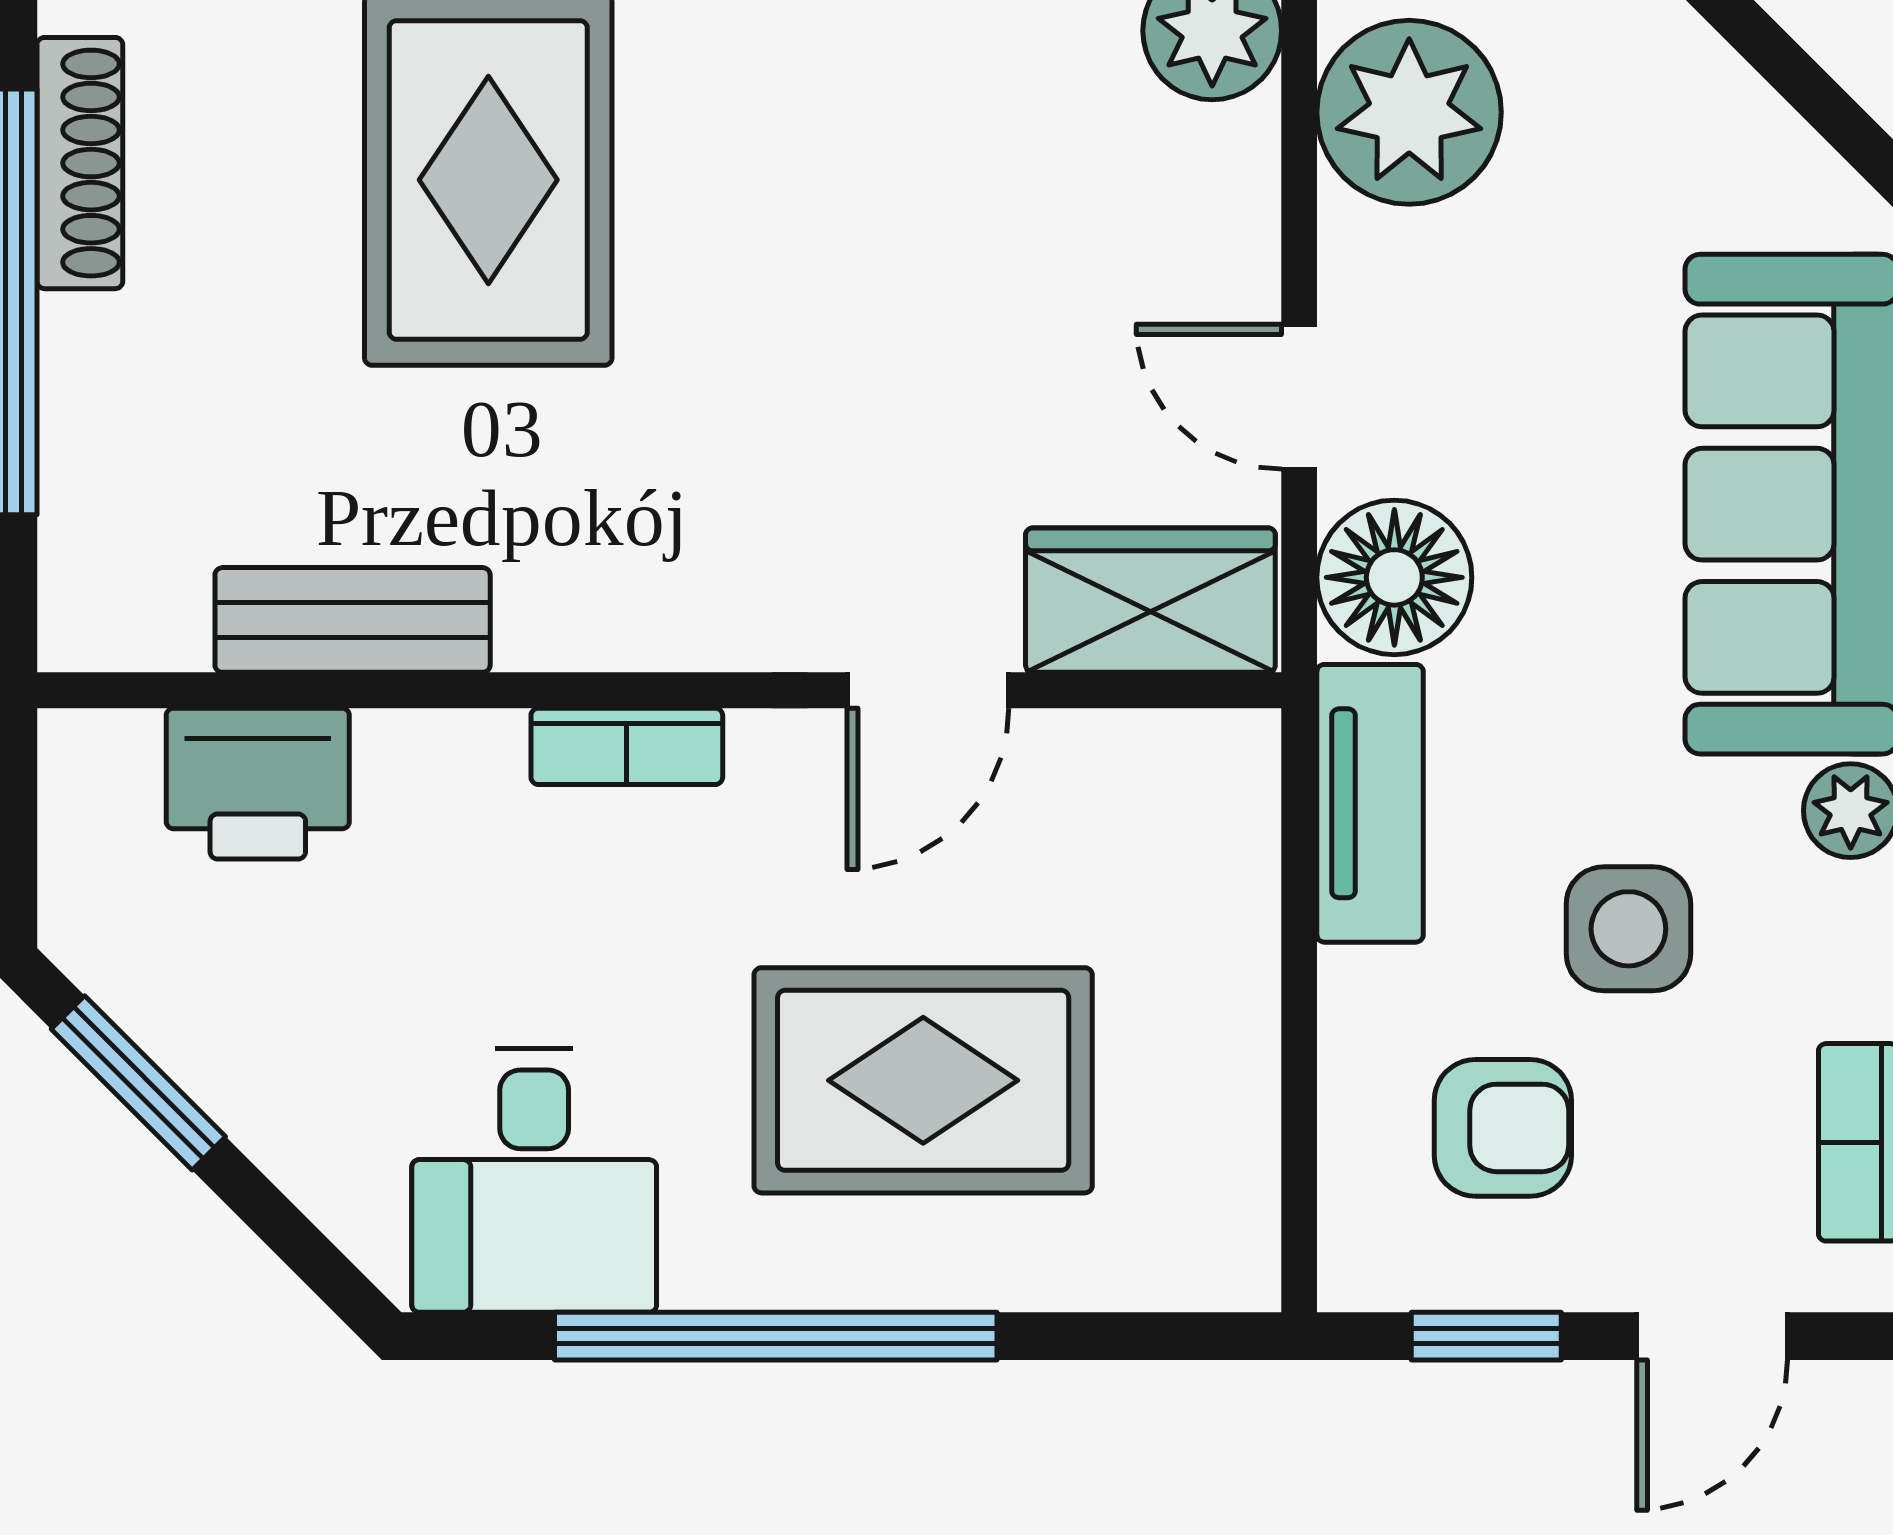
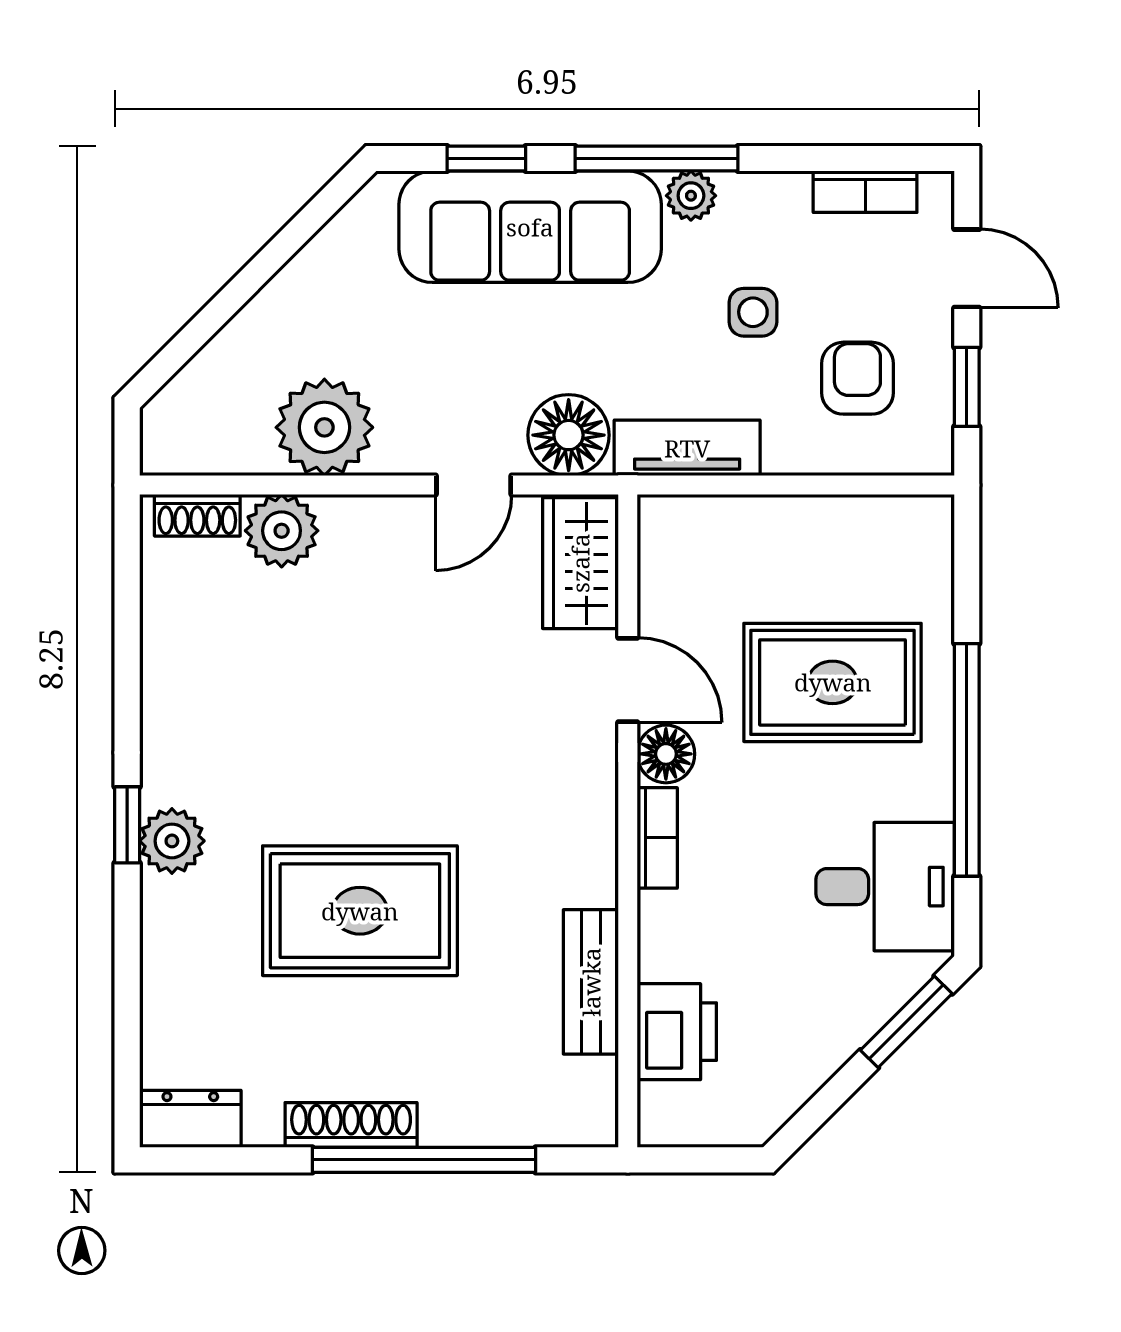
floor lamp: (787, 763) -> (666, 754), added
side table: (1628, 929) -> (753, 312), width x0.73, depth x0.73
rug: (923, 1080) -> (833, 682), turned 90
window: (138, 1083) -> (906, 1022), moved

